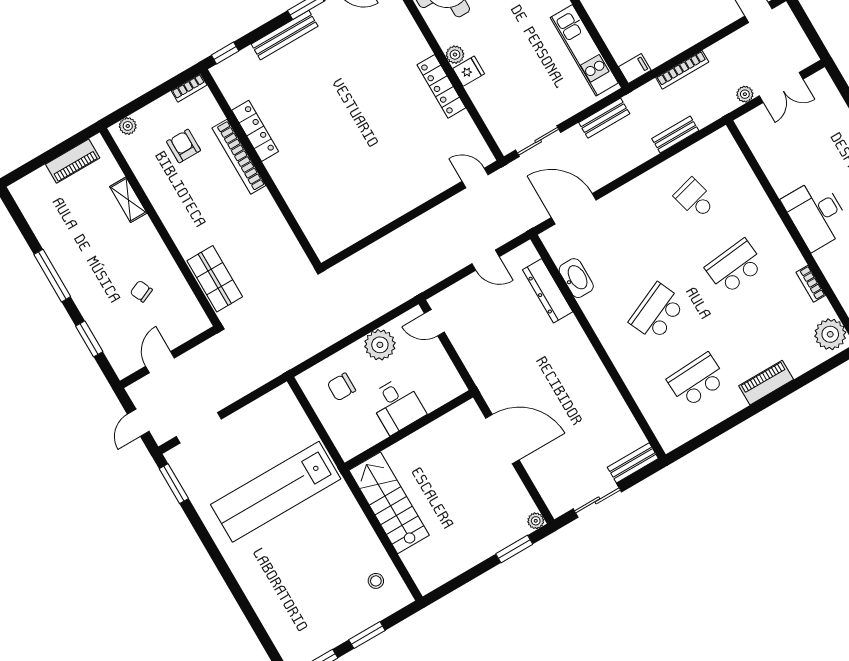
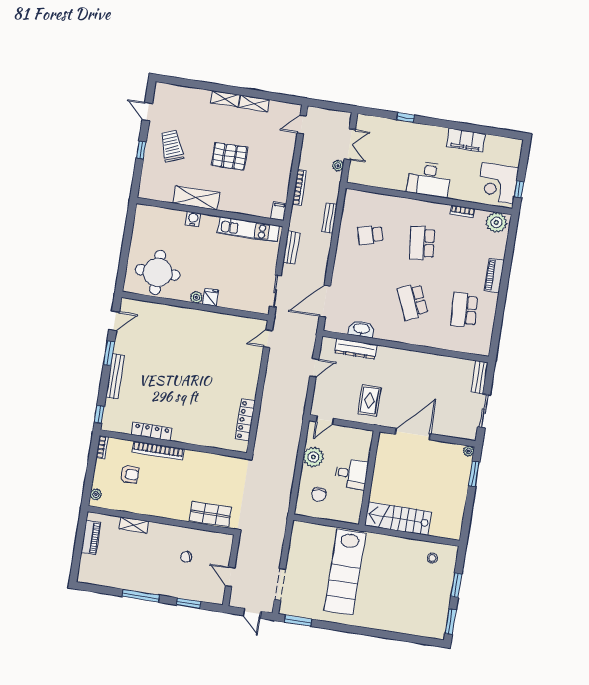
locker: (441, 86) -> (245, 420), moved, turned 90
armchair: (184, 146) -> (129, 474), turned 180
rug: (500, 356) -> (369, 400), added

